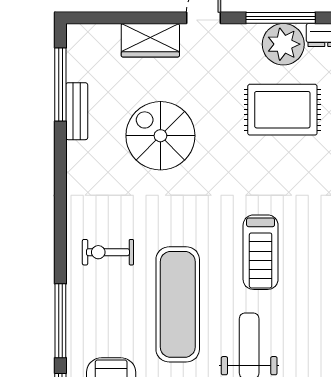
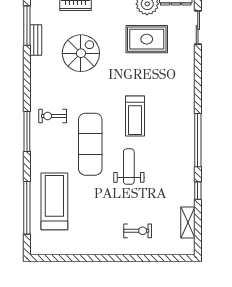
spiral stairs: (160, 136) -> (81, 53), turned 90
window: (60, 321) -> (27, 132), moved

